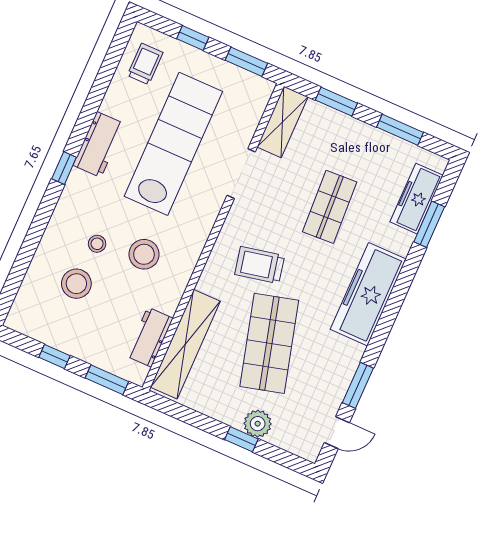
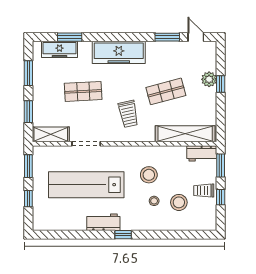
trolley: (145, 64) -> (204, 191), moved
workbench: (150, 337) -> (202, 153), moved
shop shelf: (269, 343) -> (166, 91), width x0.70, depth x0.74

